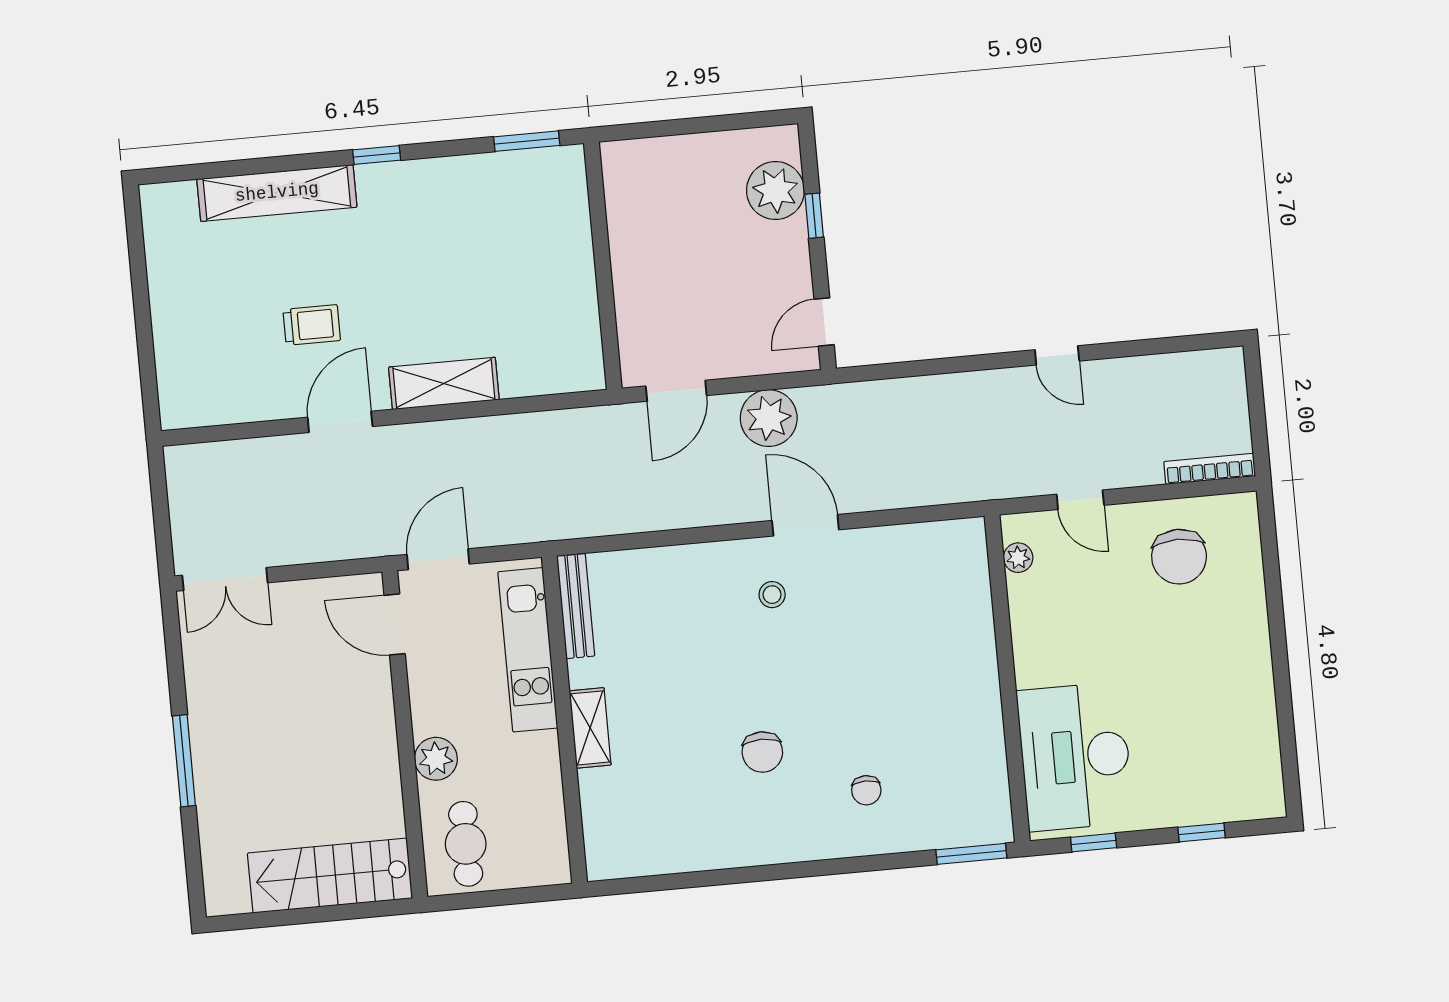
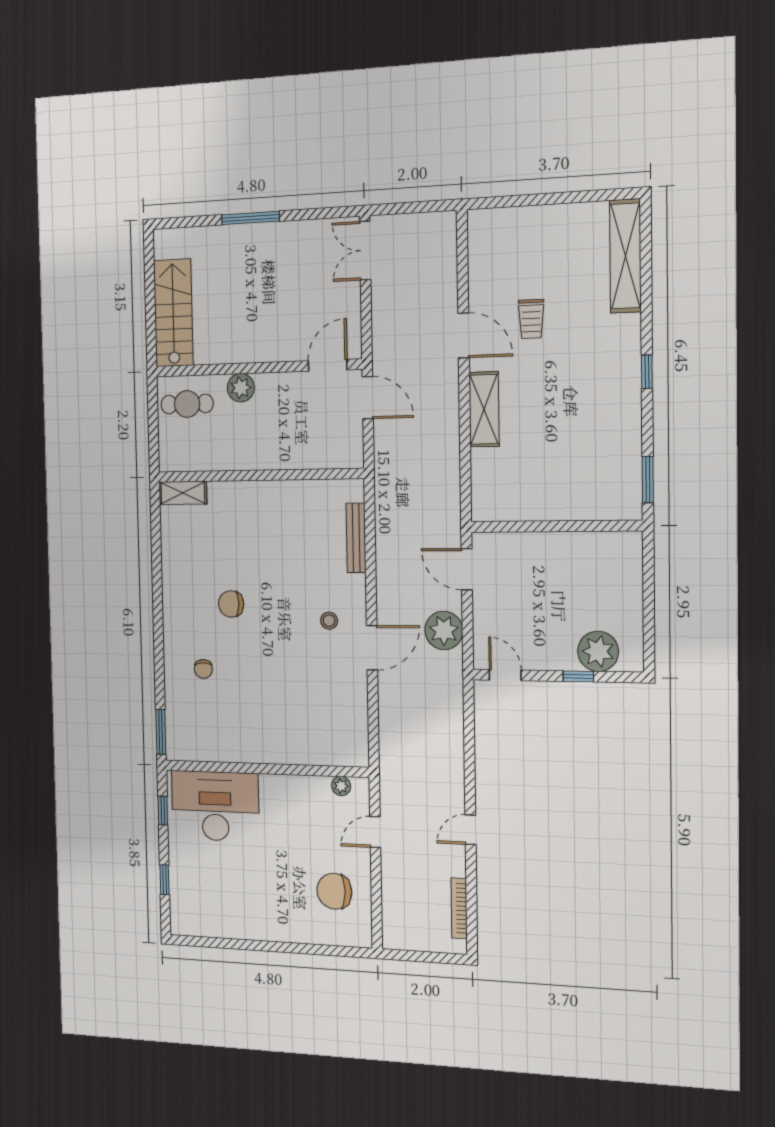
shelving: (277, 193) -> (625, 256), moved
bookcase: (1210, 469) -> (459, 908), moved, turned 180
bench: (576, 606) -> (356, 538), moved, turned 90
kitchen unit: (528, 650) -> (305, 454), removed
shelving: (590, 728) -> (183, 493), moved
chair: (866, 790) -> (203, 669), turned -91

